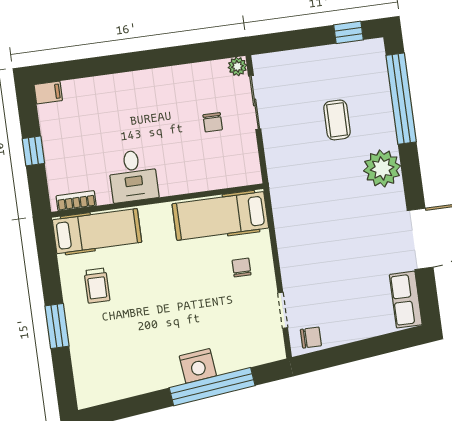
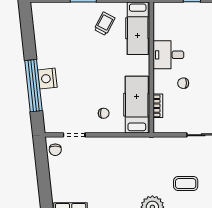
chair: (213, 122) -> (183, 83), moved
bookcase: (76, 201) -> (158, 106), moved
trolley: (97, 286) -> (105, 24), turned 118

